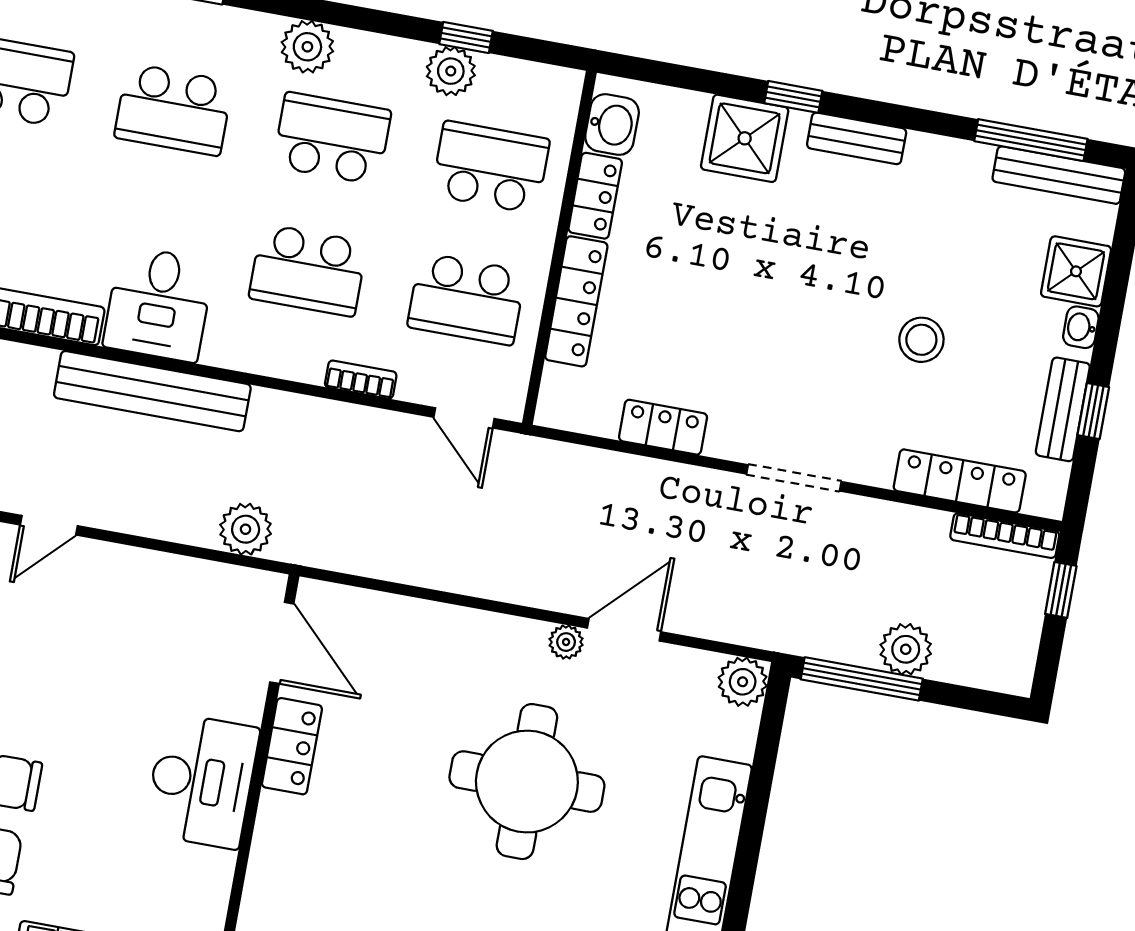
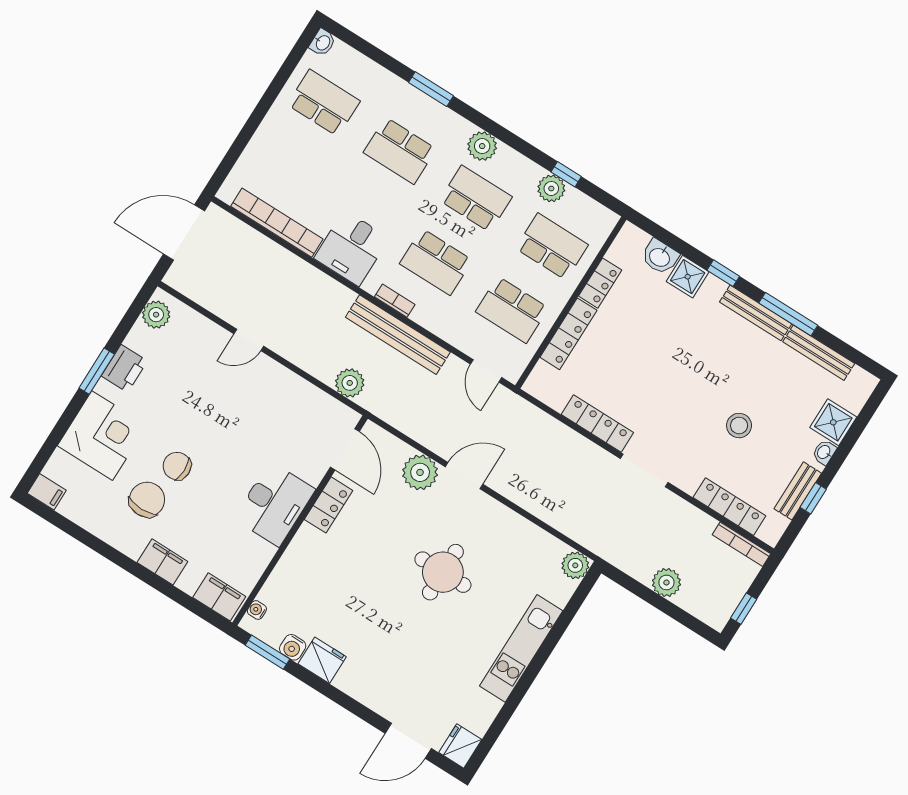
washbasin: (612, 125) -> (660, 257), moved, turned 90
shower: (745, 138) -> (688, 277), width x0.73, depth x0.73
bench: (857, 138) -> (756, 313), width x1.36
window: (1031, 140) -> (788, 314), moved
bench: (1059, 175) -> (819, 353), moved
bookcase: (361, 380) -> (395, 301), moved
bench: (152, 391) -> (398, 335), moved
locker: (663, 427) -> (597, 424), width x1.53
window: (1061, 590) -> (744, 609), moved
door: (624, 630) -> (464, 476), moved
plant: (566, 642) -> (420, 472), moved, width x1.87, depth x1.87
window: (862, 679) -> (638, 589), removed
round table: (527, 782) -> (443, 572), width x0.73, depth x0.73

